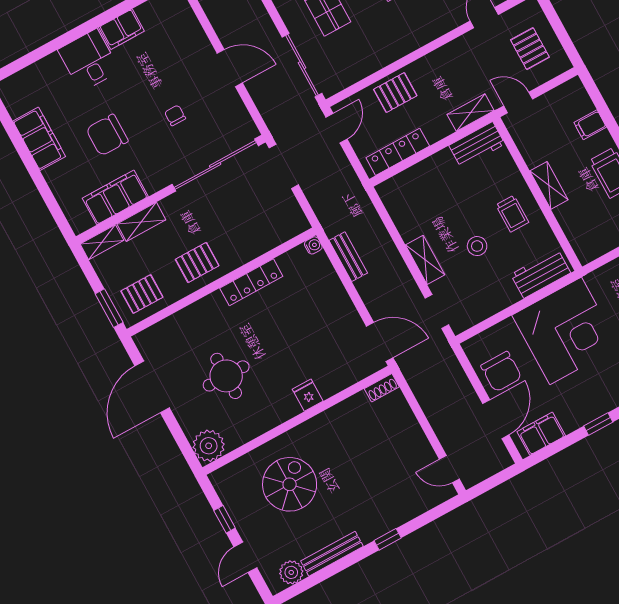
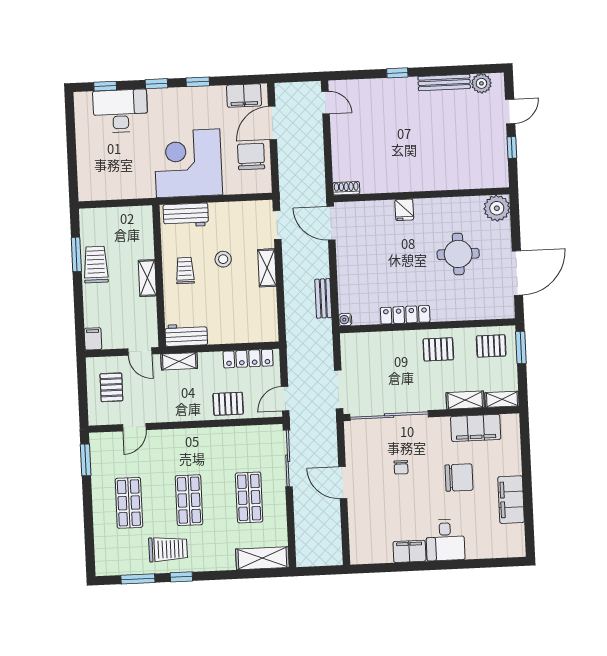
filing cabinet: (590, 125) -> (93, 339), moved, turned -90
spiral stairs: (290, 484) -> (450, 150), removed

